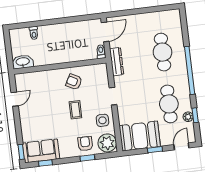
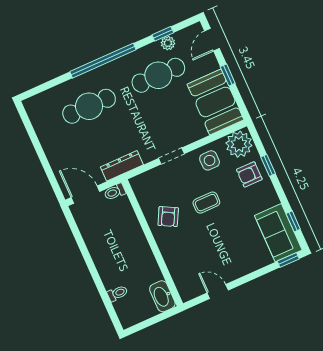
door: (181, 146) -> (212, 40), hinge flipped

